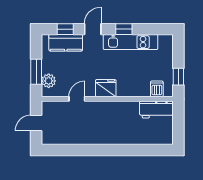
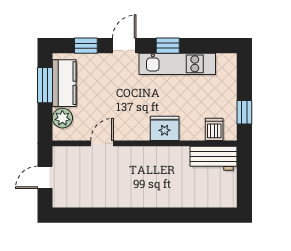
kitchen counter: (66, 43) -> (64, 83), moved, turned -90
window: (36, 72) -> (45, 85), moved
fridge: (106, 88) -> (165, 128), moved

